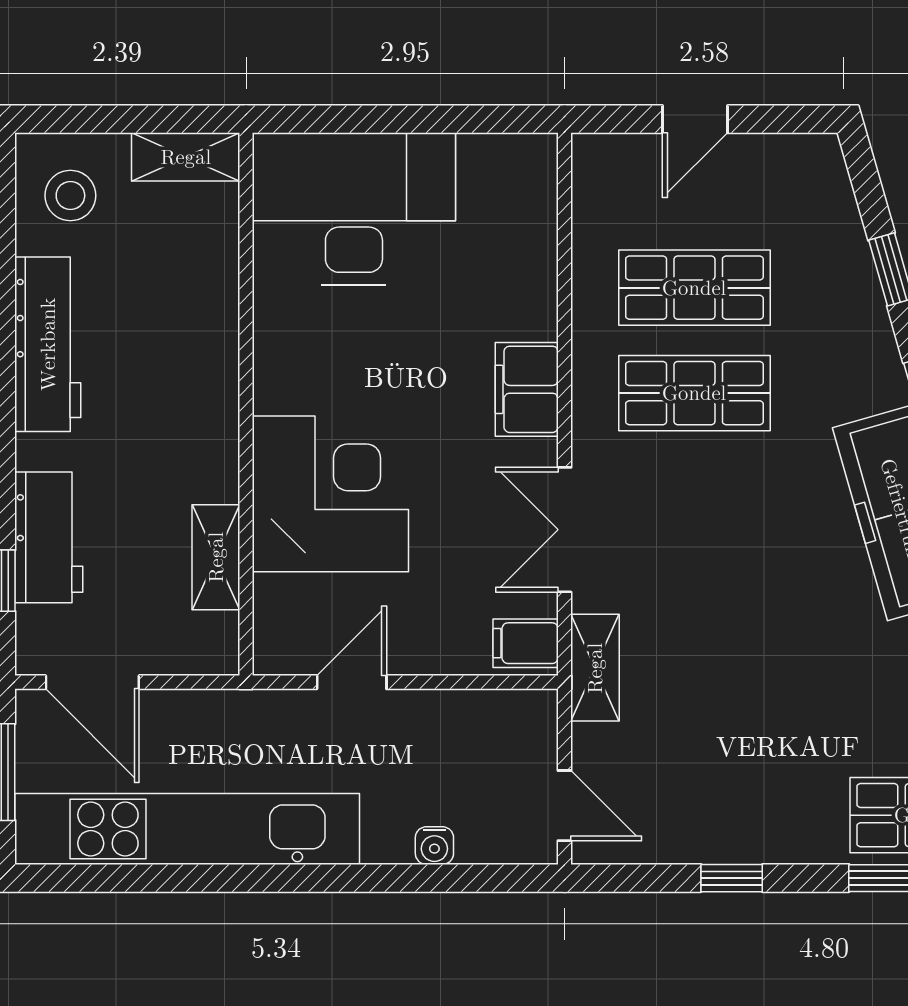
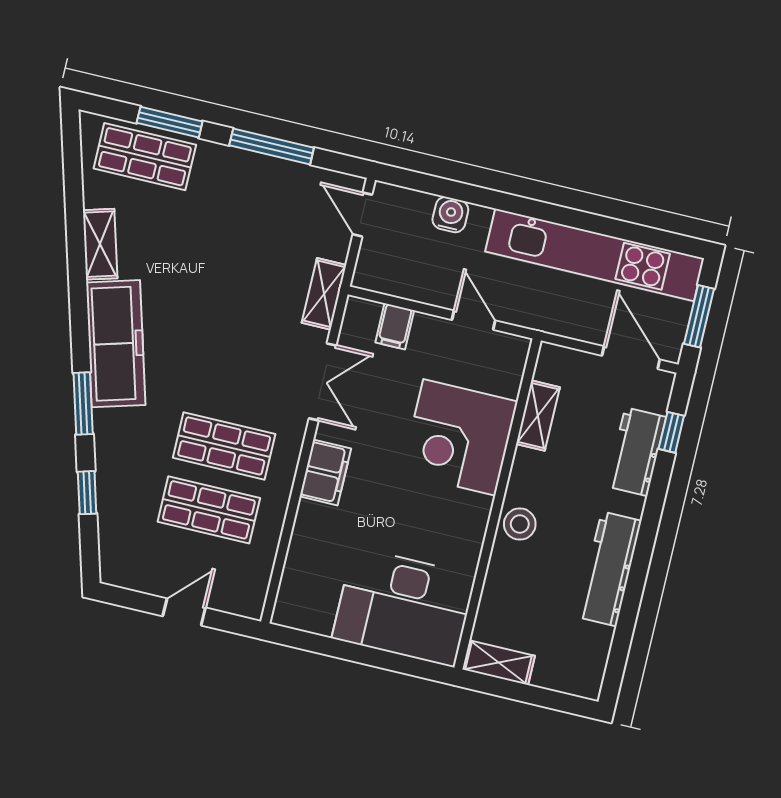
stool: (70, 196) -> (520, 524), moved
filing cabinet: (526, 643) -> (395, 326), moved, turned 90
door: (352, 682) -> (474, 320), swing flipped
water cooler: (434, 846) -> (450, 215), width x1.38, depth x1.38
window: (732, 878) -> (272, 146), width x2.17

